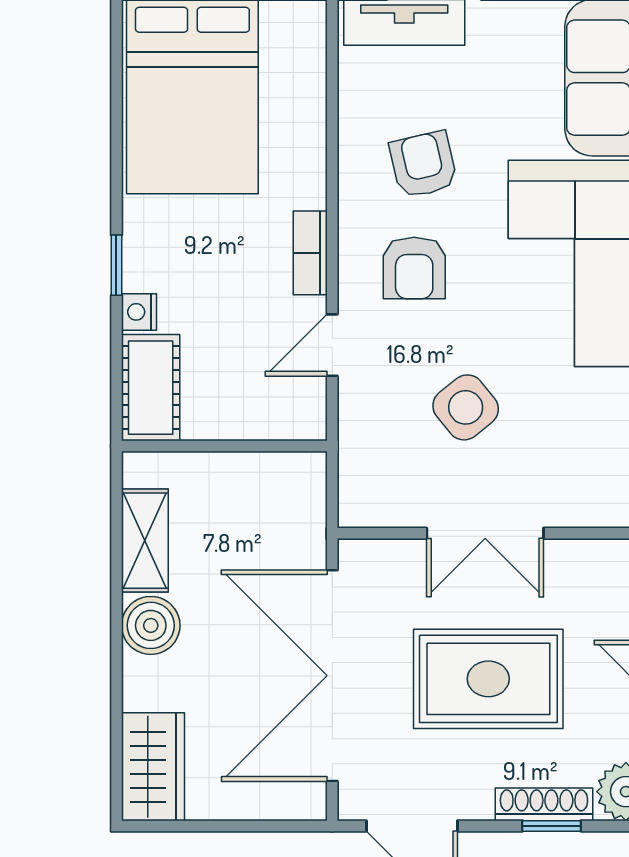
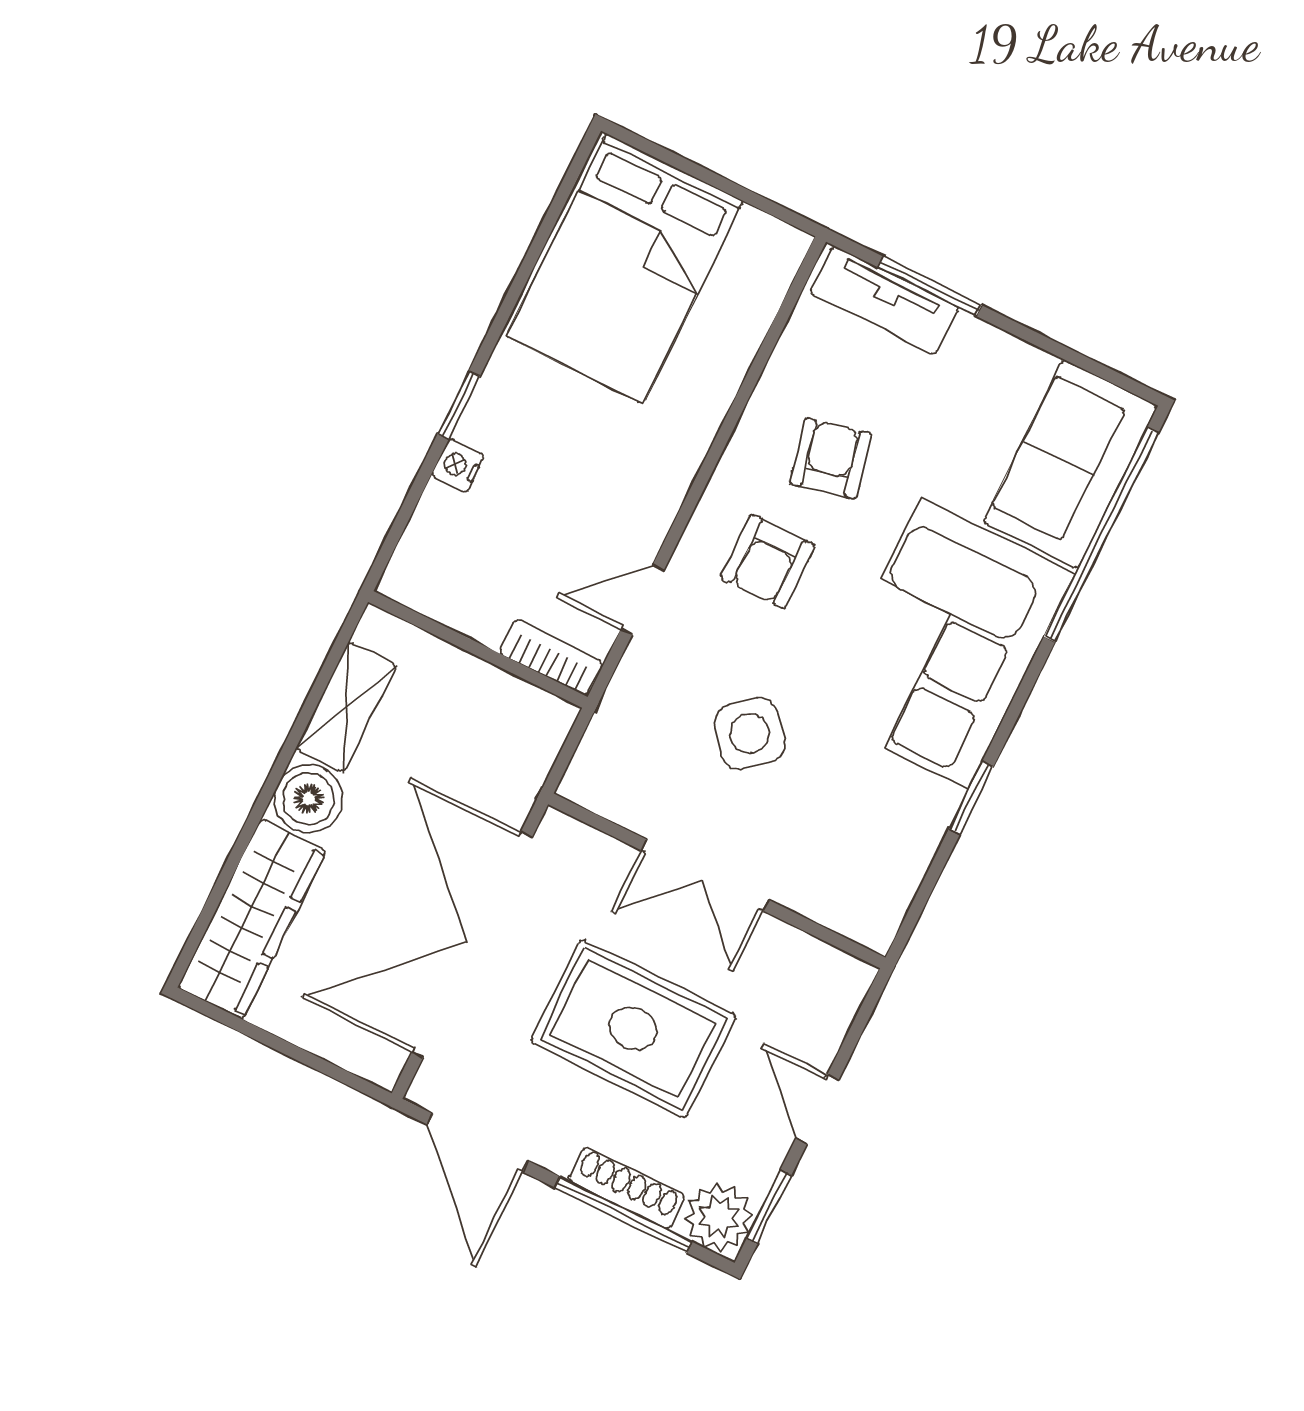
bookcase: (310, 253) -> (551, 657), moved, turned 90
cot: (151, 388) -> (431, 551), removed
wardrobe: (153, 767) -> (252, 919), width x1.50
window: (552, 826) -> (623, 1215), width x2.17

